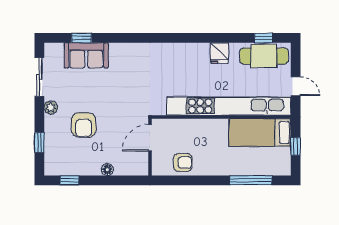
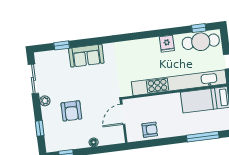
sofa: (86, 55) -> (86, 56), moved

